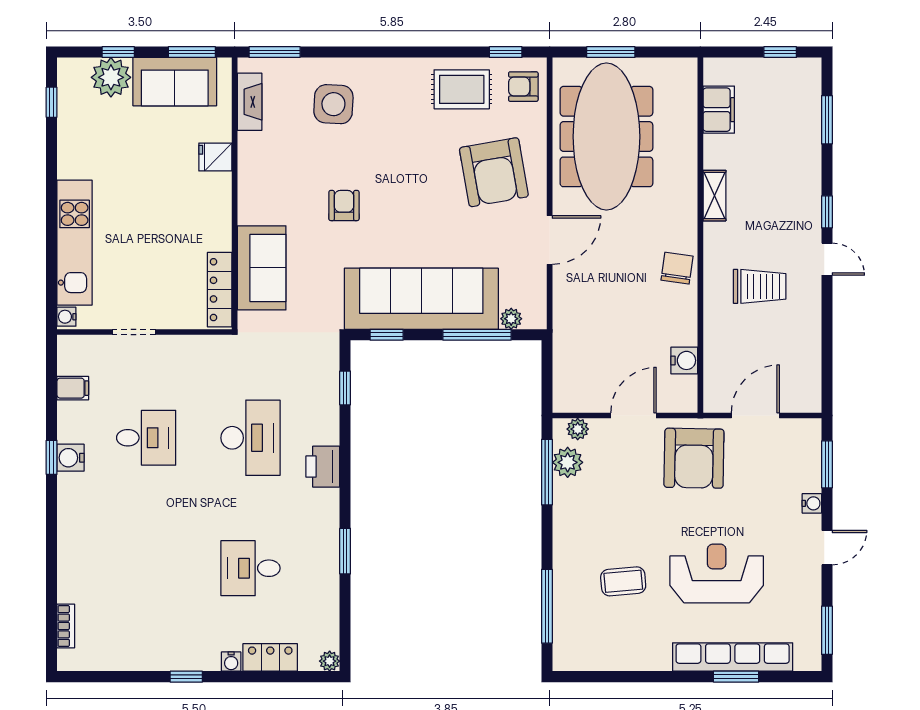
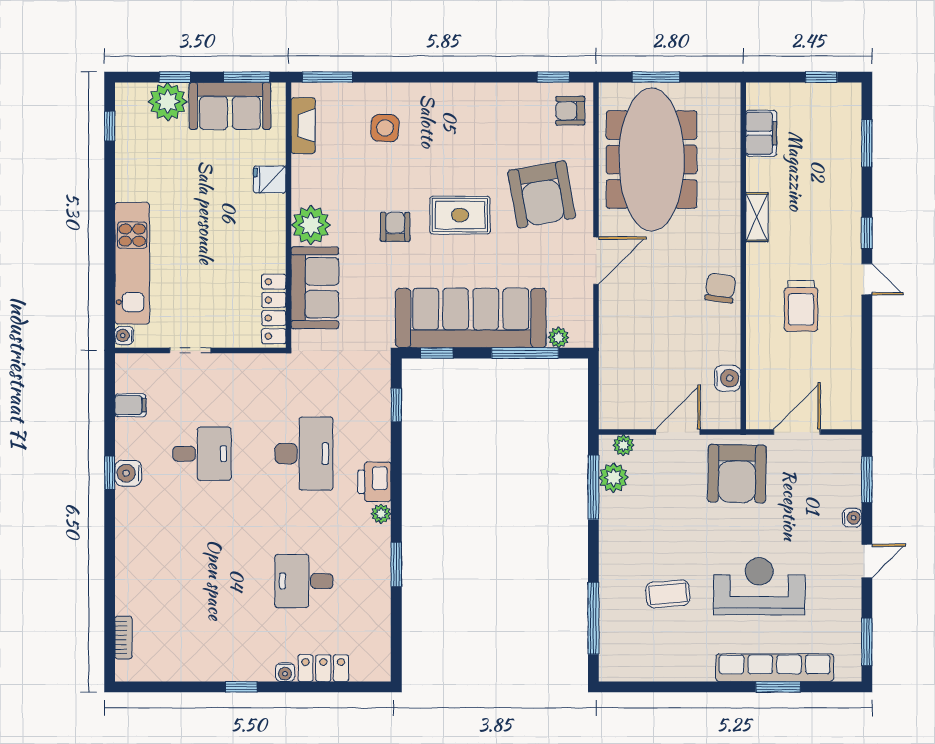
rug: (462, 89) -> (460, 215), moved
side table: (333, 104) -> (385, 128), width x0.73, depth x0.73
plant: (258, 204) -> (311, 225), added
trolley: (760, 286) -> (801, 306), turned 90
plant: (330, 661) -> (381, 514), moved

